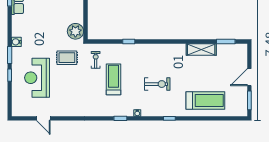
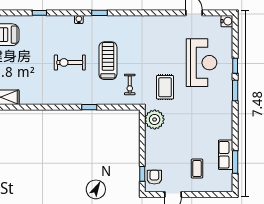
water cooler: (16, 42) -> (227, 21), moved
rug: (67, 58) -> (165, 87), turned 90
treadmill: (114, 79) -> (108, 61), turned 180
exercise bike: (157, 84) -> (70, 62), moved

